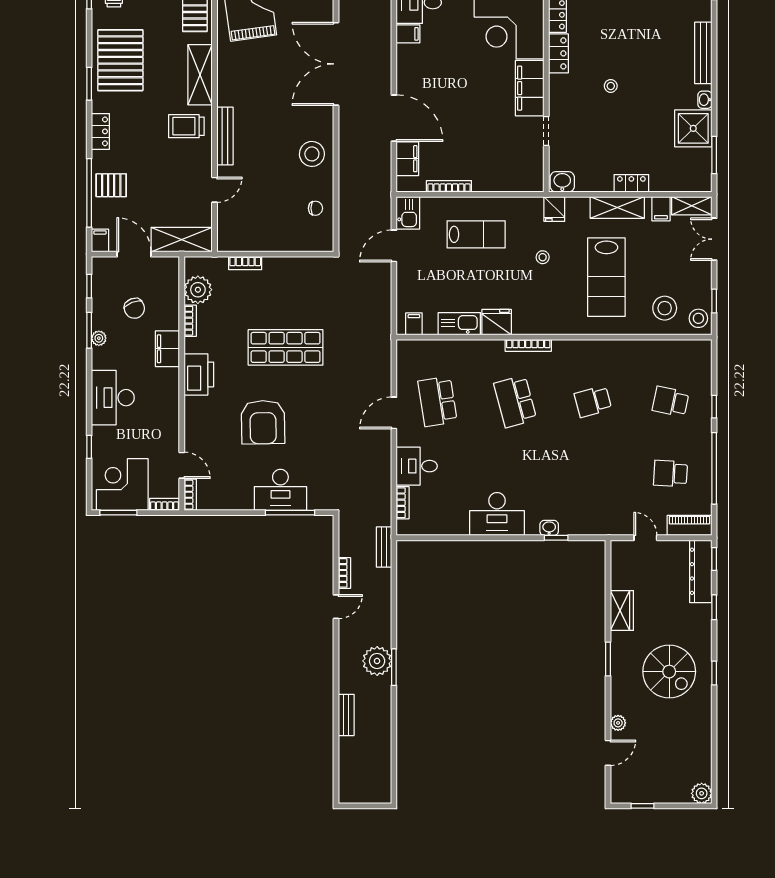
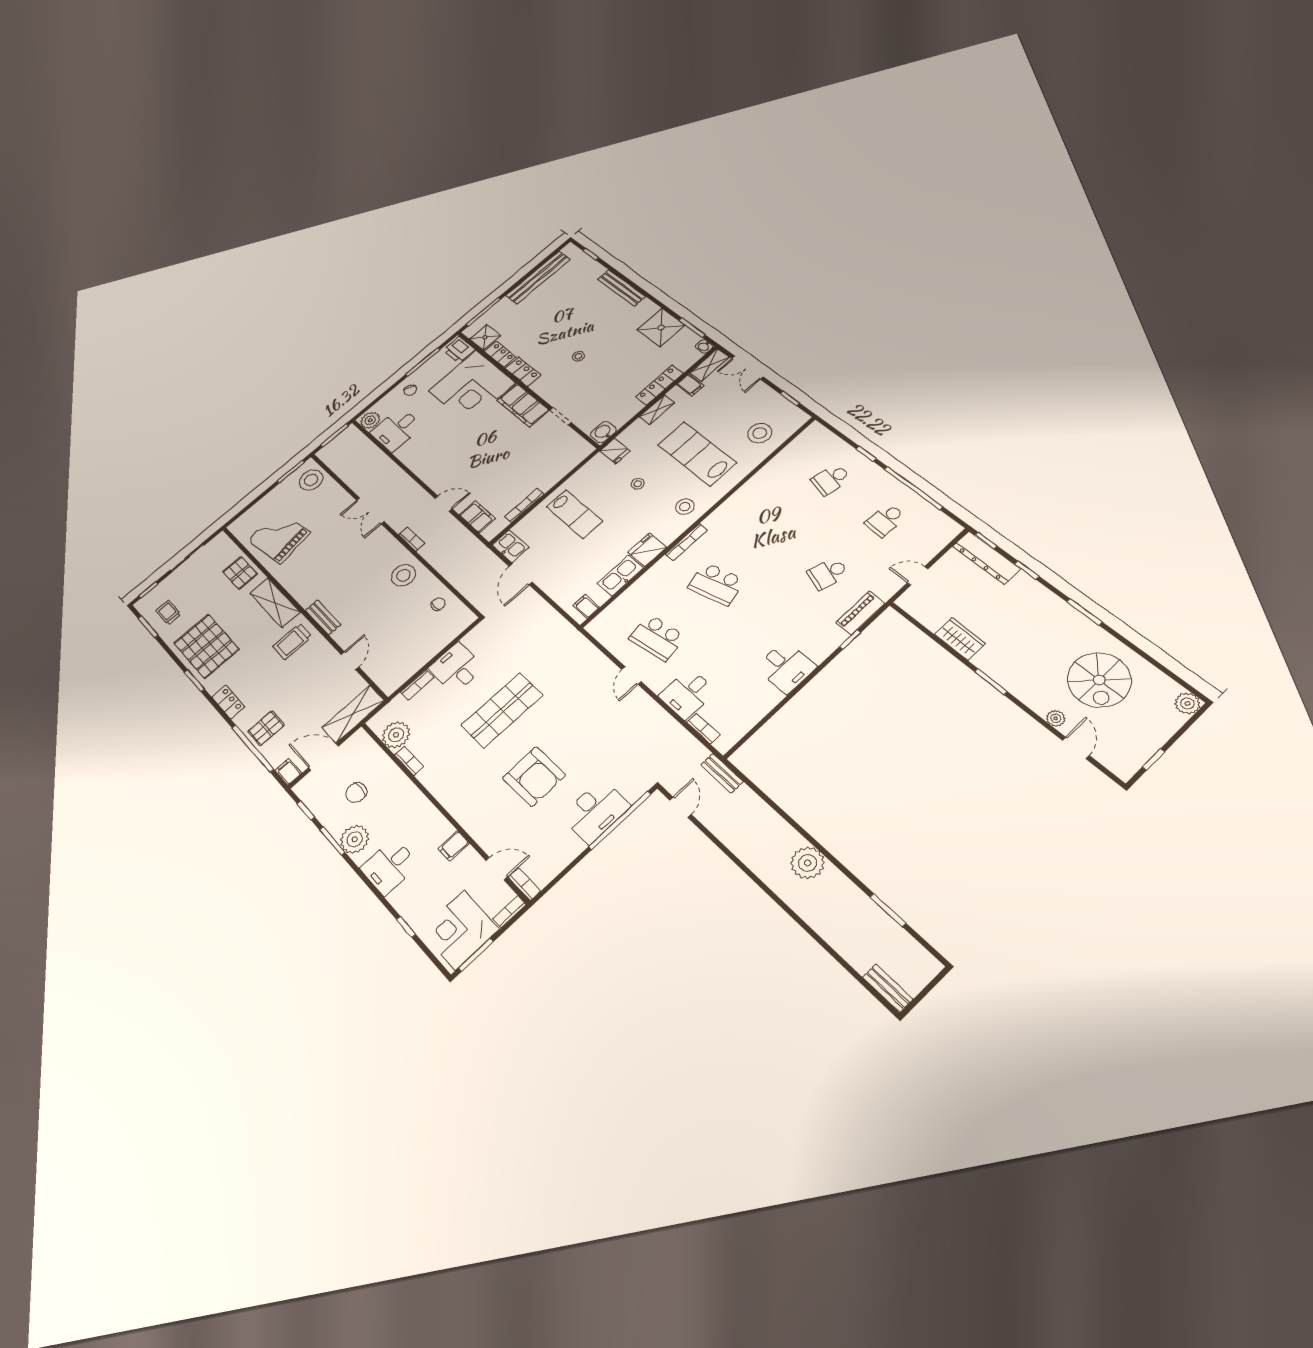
filing cabinet: (408, 34) -> (406, 451), removed
double door: (336, 64) -> (370, 511), width x0.54
washbasin: (705, 100) -> (704, 346), moved
door: (394, 118) -> (443, 504), width x0.53
bench: (225, 136) -> (323, 617), width x0.73
locker: (631, 183) -> (659, 385), width x1.53
shelving: (617, 207) -> (657, 410), width x0.67, depth x0.75
lab bench: (476, 234) -> (574, 514), turned 90
lab bench: (606, 277) -> (697, 454), turned 180
desk: (283, 278) -> (456, 668), added
chair: (134, 308) -> (356, 793), turned 112
stool: (698, 318) -> (685, 507), moved
plant: (99, 338) -> (355, 839), width x1.87, depth x1.87
filing cabinet: (167, 349) -> (454, 846), moved, width x0.50
printer: (199, 374) -> (450, 791), removed
desk: (113, 398) -> (389, 866), width x0.73
school desk: (593, 401) -> (828, 573), moved, turned 33
door: (394, 413) -> (631, 676), width x0.73
window: (290, 513) -> (620, 820), width x1.46
desk: (497, 514) -> (786, 667), width x0.73
piano: (690, 525) -> (860, 613), moved
washbasin: (549, 528) -> (837, 638), removed
bookcase: (344, 573) -> (412, 539), moved
door: (336, 607) -> (680, 807), moved
window: (394, 667) -> (888, 910), moved
spiral stairs: (669, 672) -> (1099, 680), moved, turned 90
window: (714, 673) -> (1084, 612), width x1.50
bench: (346, 715) -> (888, 988), moved

